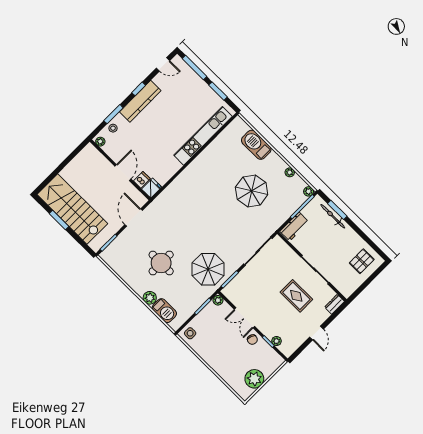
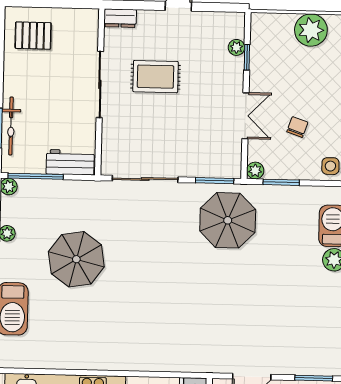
round table: (161, 263) -> (276, 287), removed
rug: (296, 296) -> (156, 77), turned 90
chair: (252, 340) -> (297, 127), moved

